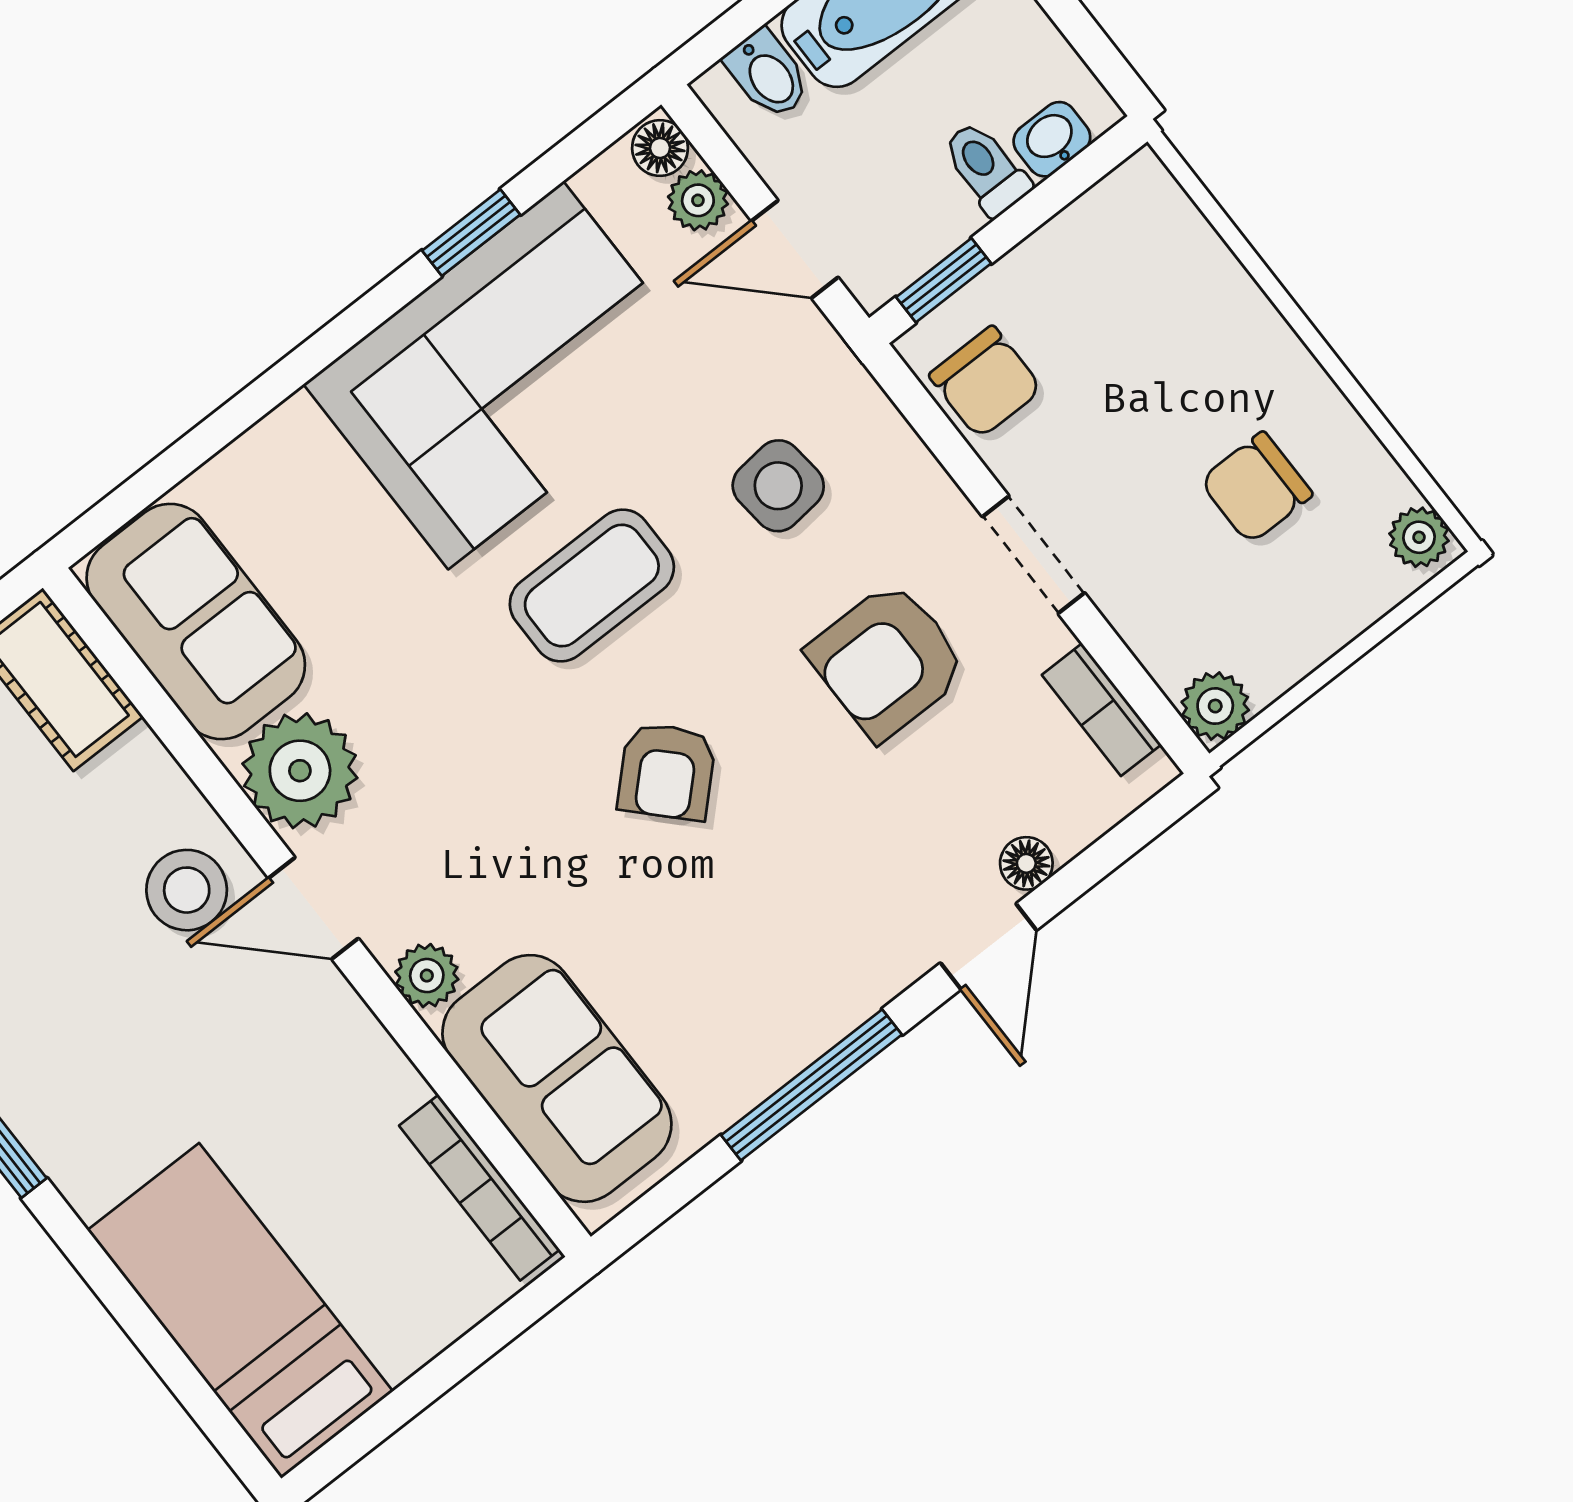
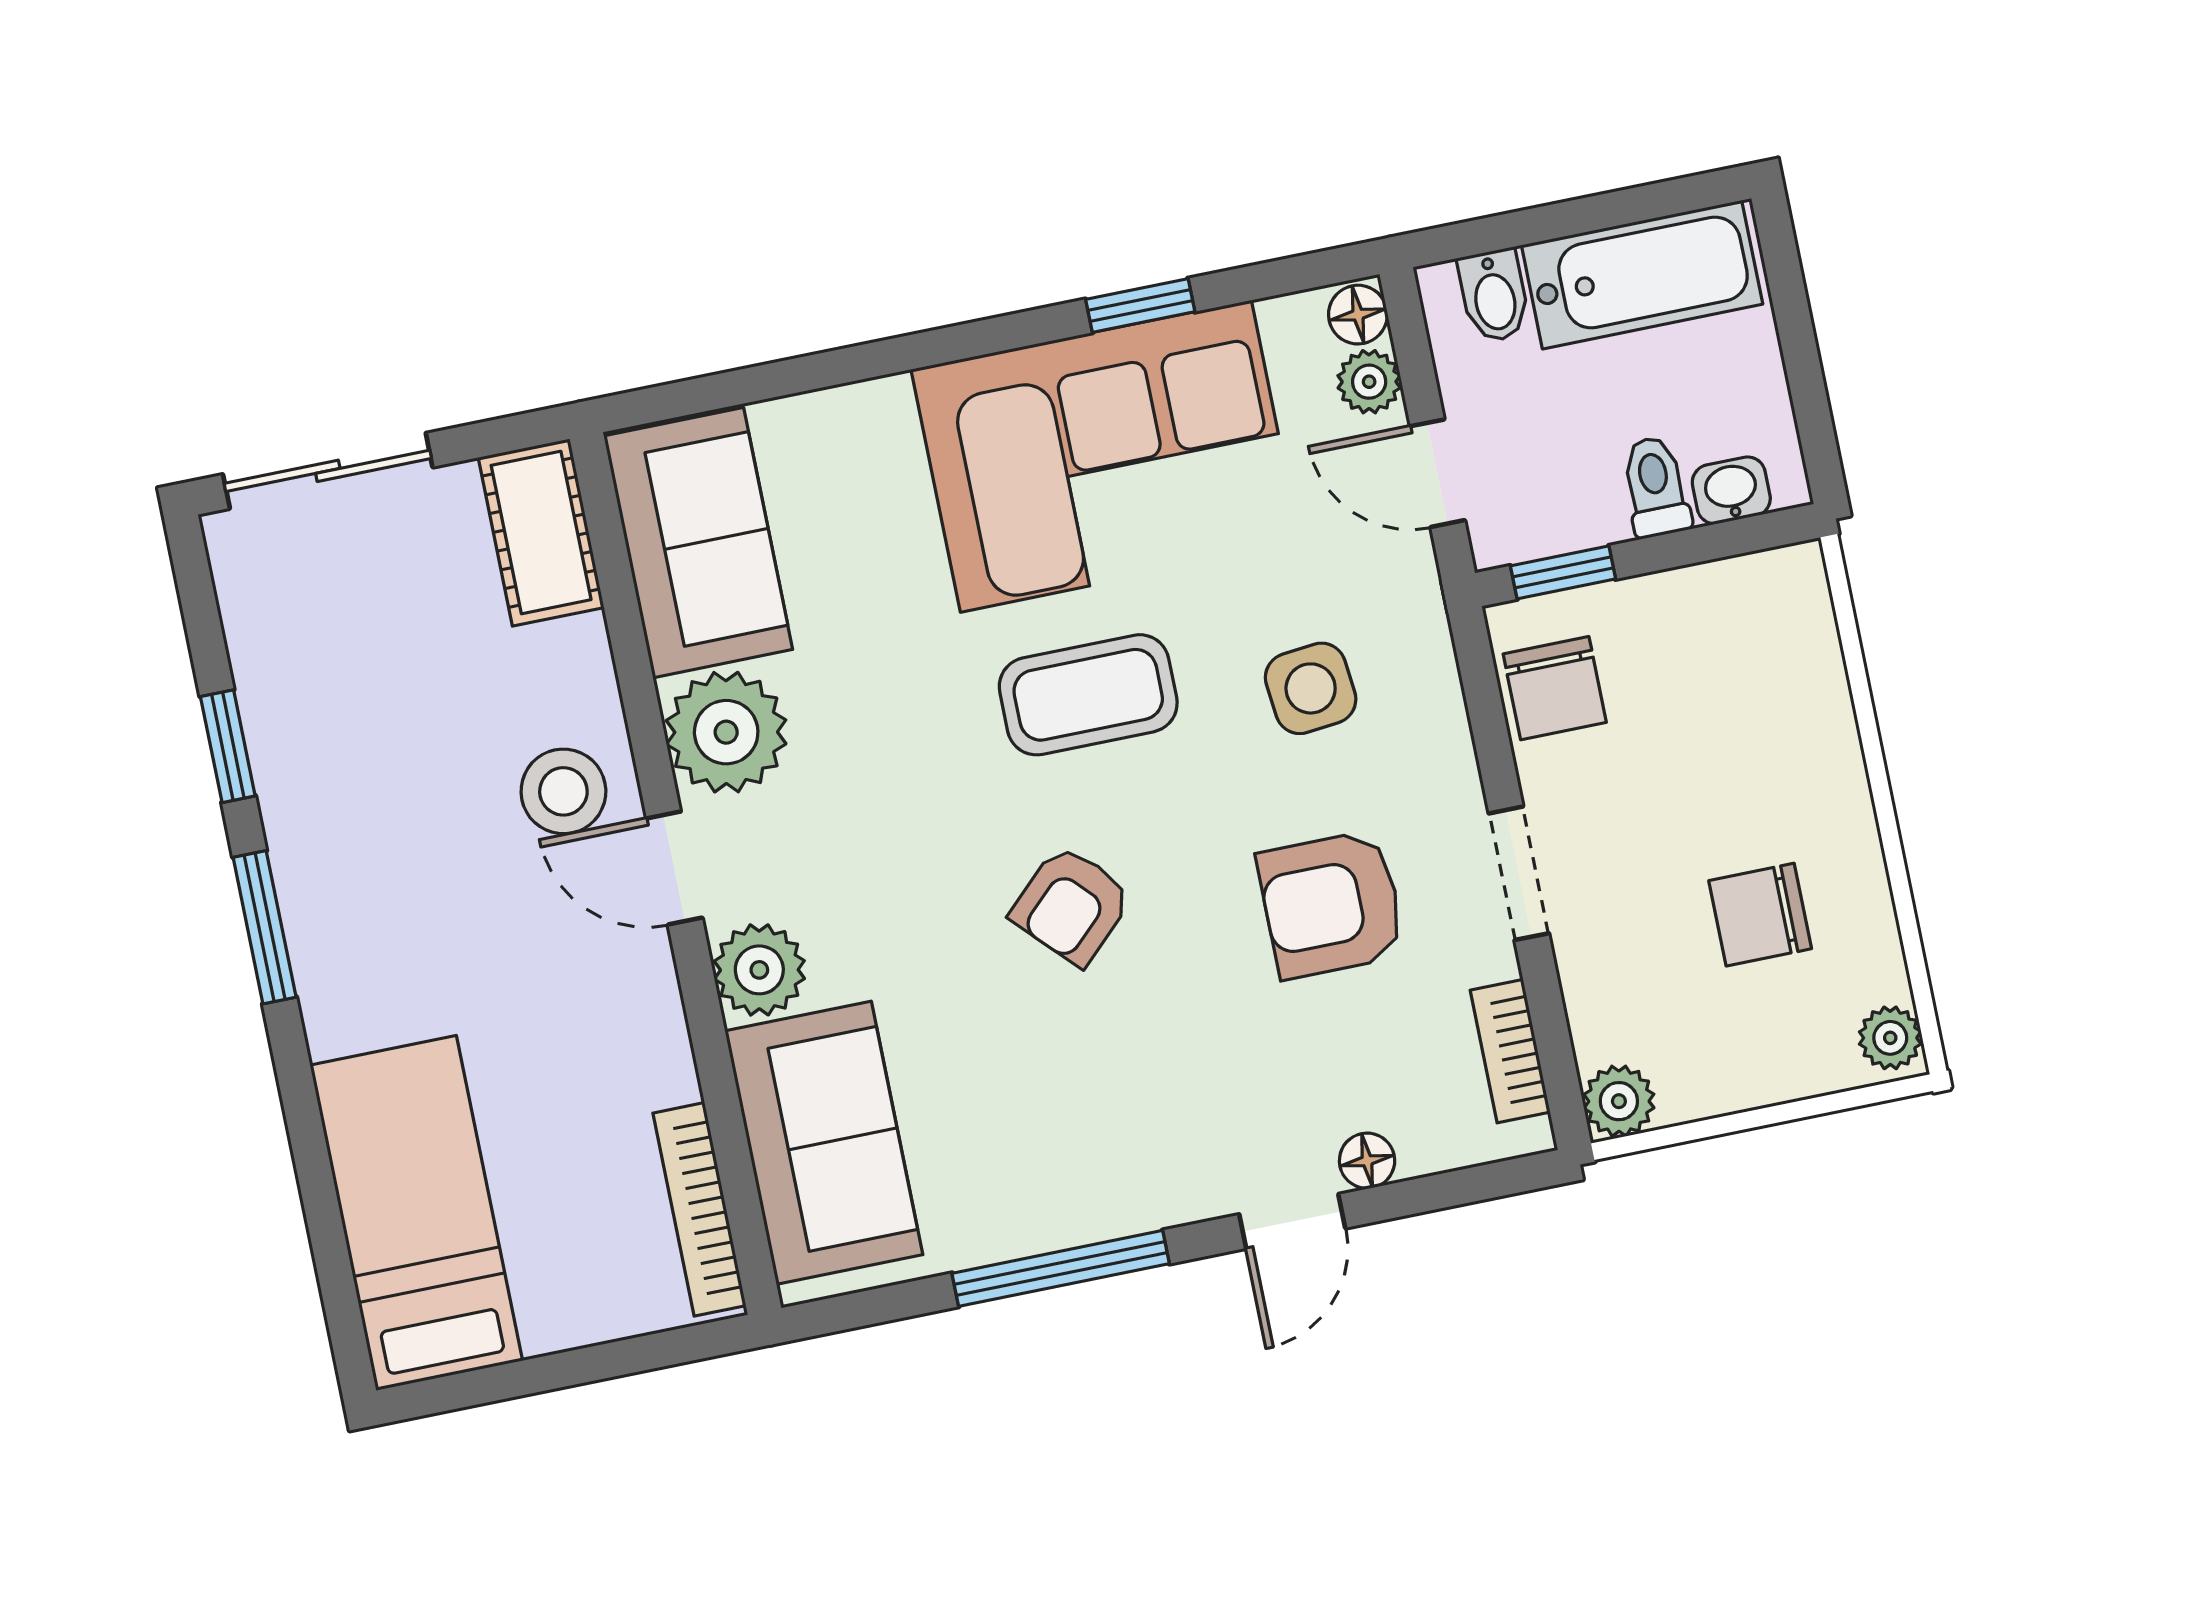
plant: (427, 976) -> (759, 970), width x1.38, depth x1.38

